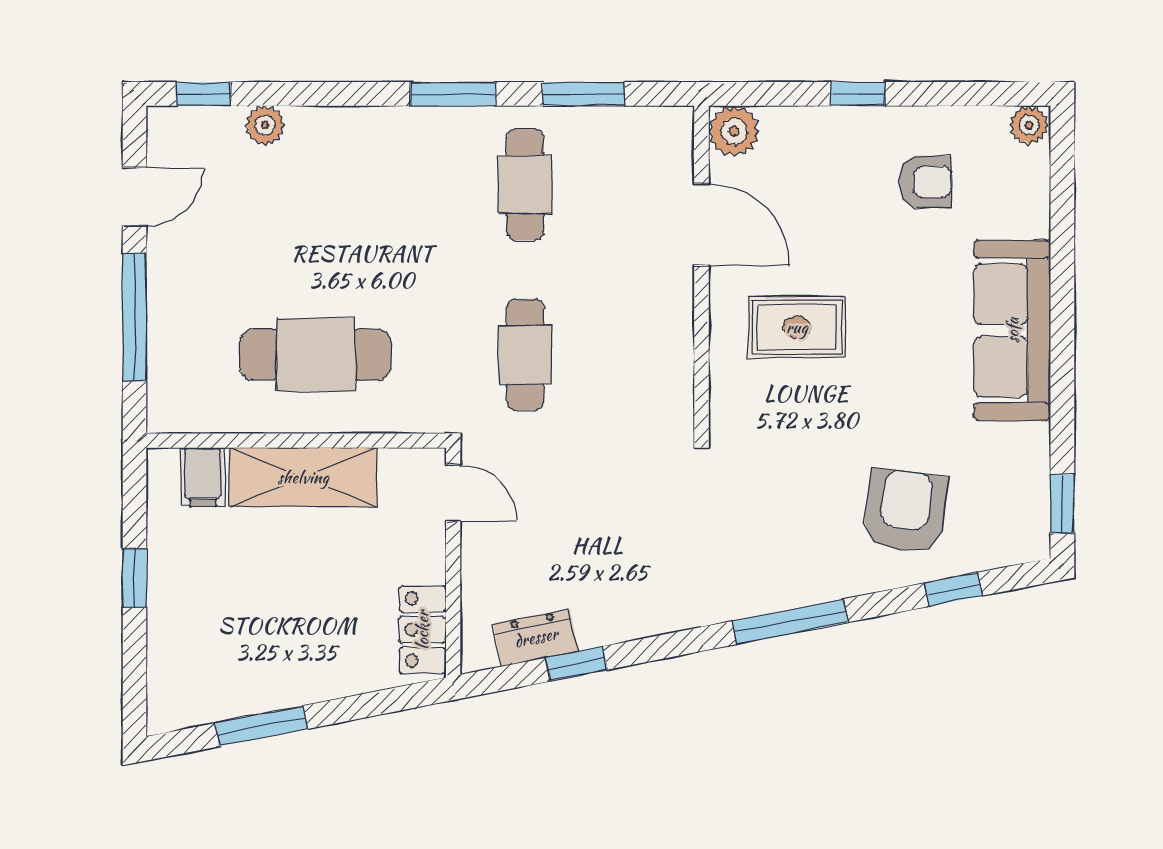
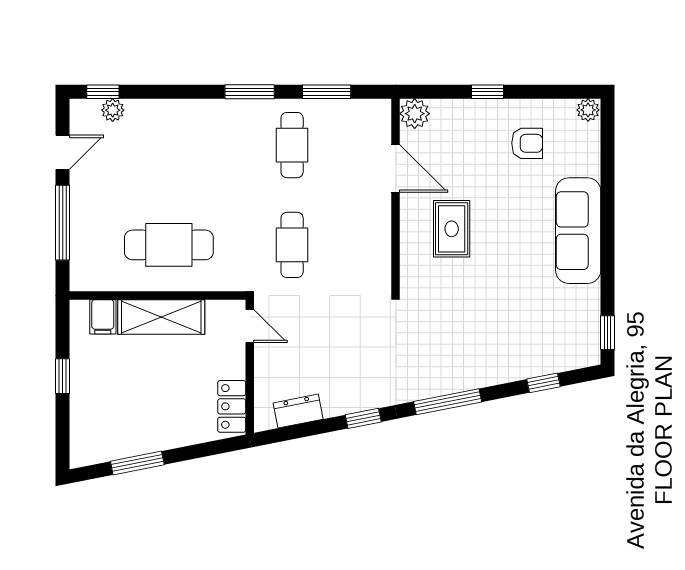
plant: (265, 125) -> (113, 110), moved
rug: (797, 327) -> (452, 229), turned 90
armchair: (905, 511) -> (515, 337), removed
window: (577, 664) -> (363, 418), moved

